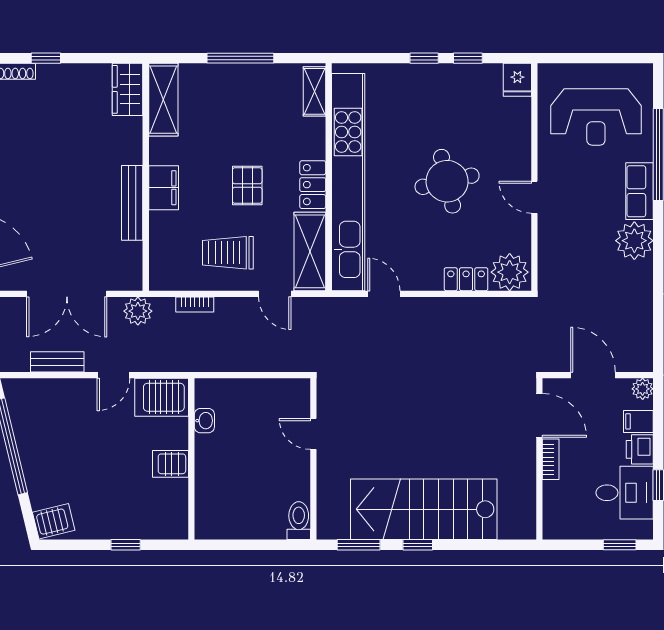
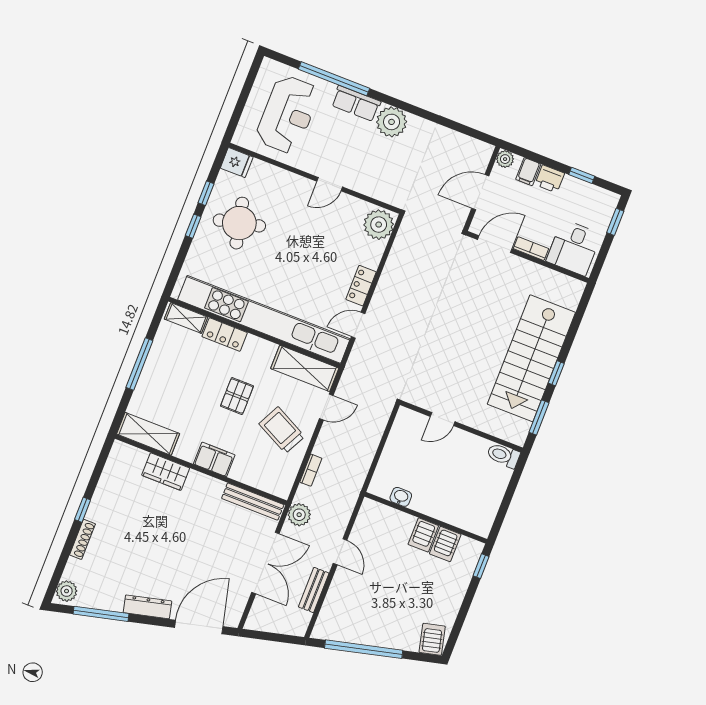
wardrobe: (127, 89) -> (166, 472), moved
round table: (447, 181) -> (239, 223), moved
pallet: (247, 185) -> (237, 396), turned 90
locker: (313, 185) -> (225, 335), moved
bench: (132, 203) -> (253, 502), moved
trolley: (228, 253) -> (282, 430), turned 117
locker: (466, 279) -> (361, 286), moved
server rack: (162, 397) -> (445, 544), moved, width x0.73, depth x0.70
desk: (625, 493) -> (574, 248), moved, turned 180
window: (126, 545) -> (481, 566), moved

